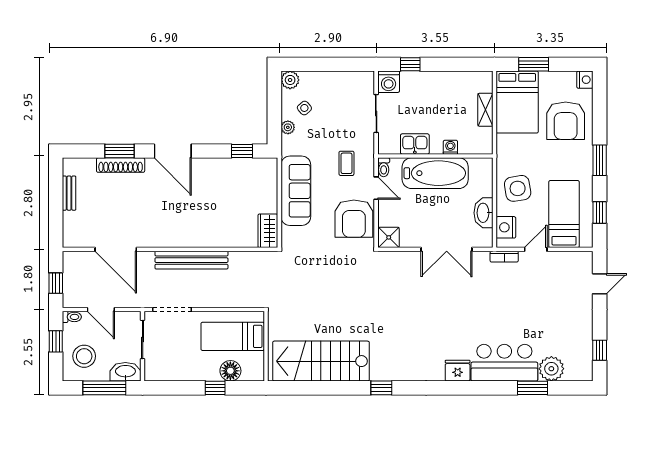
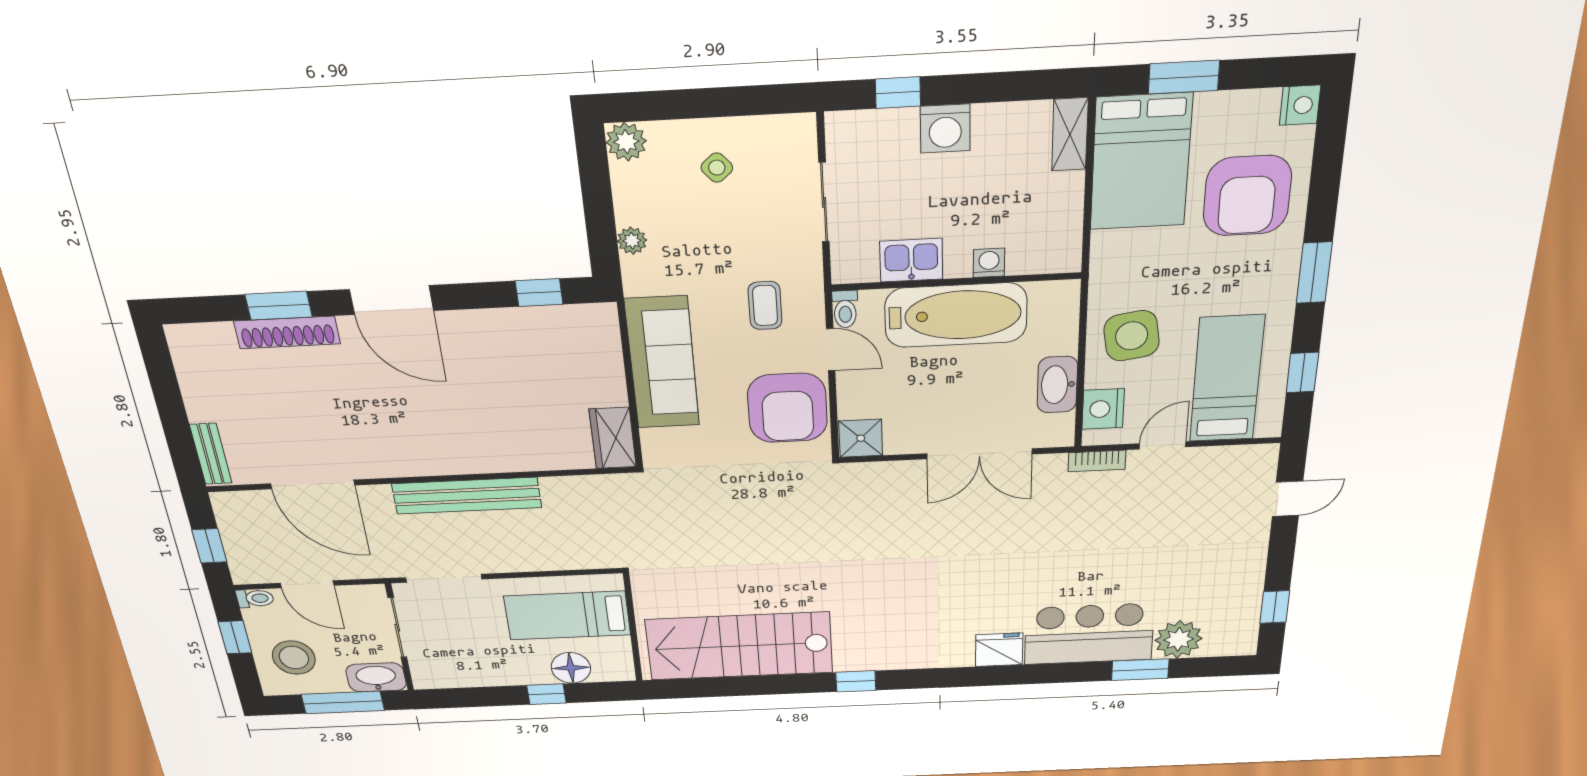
washing machine: (389, 82) -> (945, 129), moved
side table: (304, 108) -> (717, 168), moved
shelving: (485, 110) -> (1070, 134), moved
bench: (69, 193) -> (211, 454), moved

